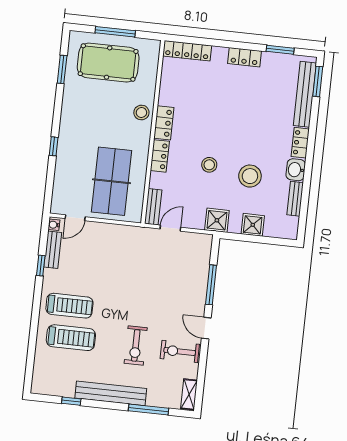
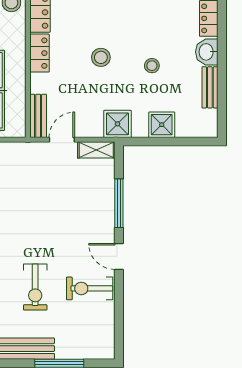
stool: (250, 176) -> (152, 66), width x0.53, depth x0.53
shelving: (189, 394) -> (96, 150), moved, turned 90

